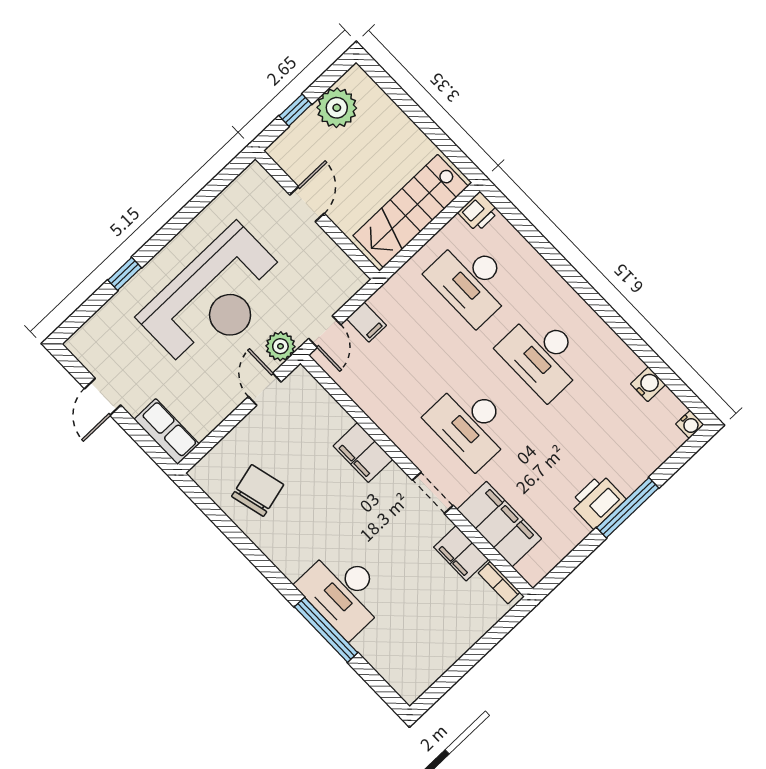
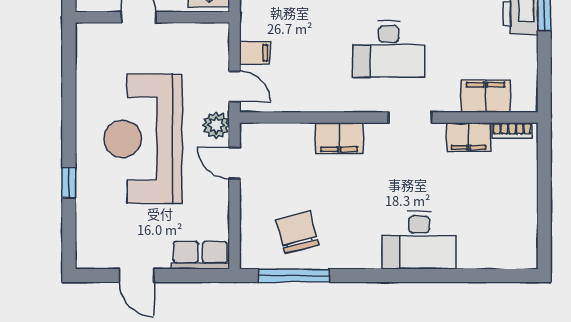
reception desk: (215, 299) -> (143, 139), turned 180
filing cabinet: (499, 524) -> (486, 96), width x0.67, depth x0.86
window: (326, 630) -> (294, 276), moved

